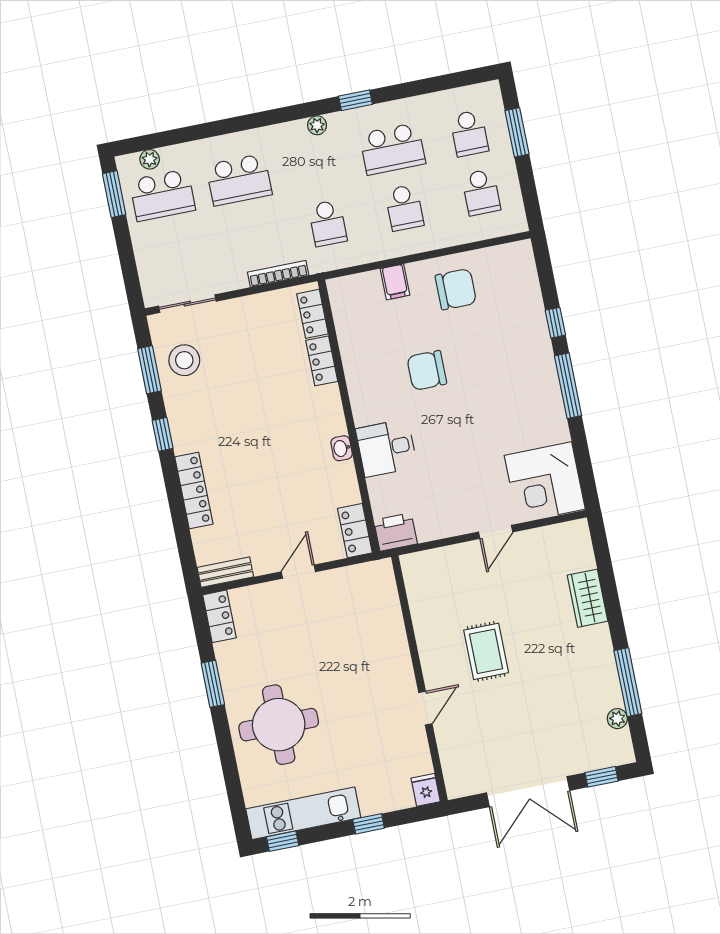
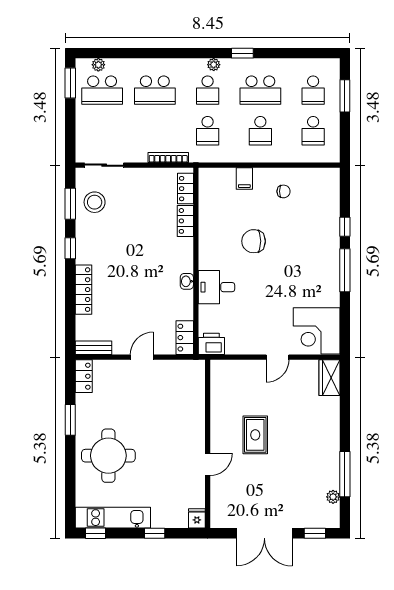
school desk: (316, 164) -> (208, 90), added
chair: (456, 289) -> (283, 191), width x0.54, depth x0.54
wardrobe: (588, 598) -> (329, 378), moved

